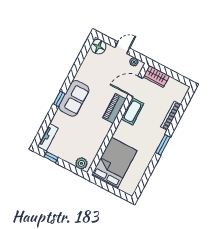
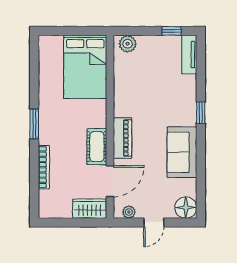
sofa: (74, 98) -> (182, 152), moved

